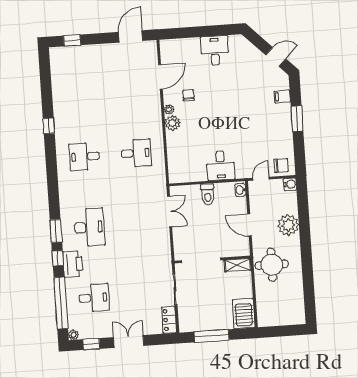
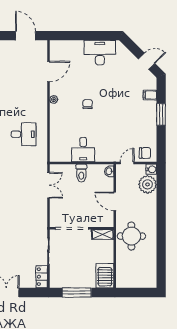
door: (131, 36) -> (26, 36), hinge flipped
desk: (215, 51) -> (100, 52), width x1.37
chair: (189, 95) -> (88, 104), moved
plant: (173, 123) -> (56, 111), removed
desk: (221, 166) -> (83, 150), moved
plant: (288, 225) -> (147, 184), moved

